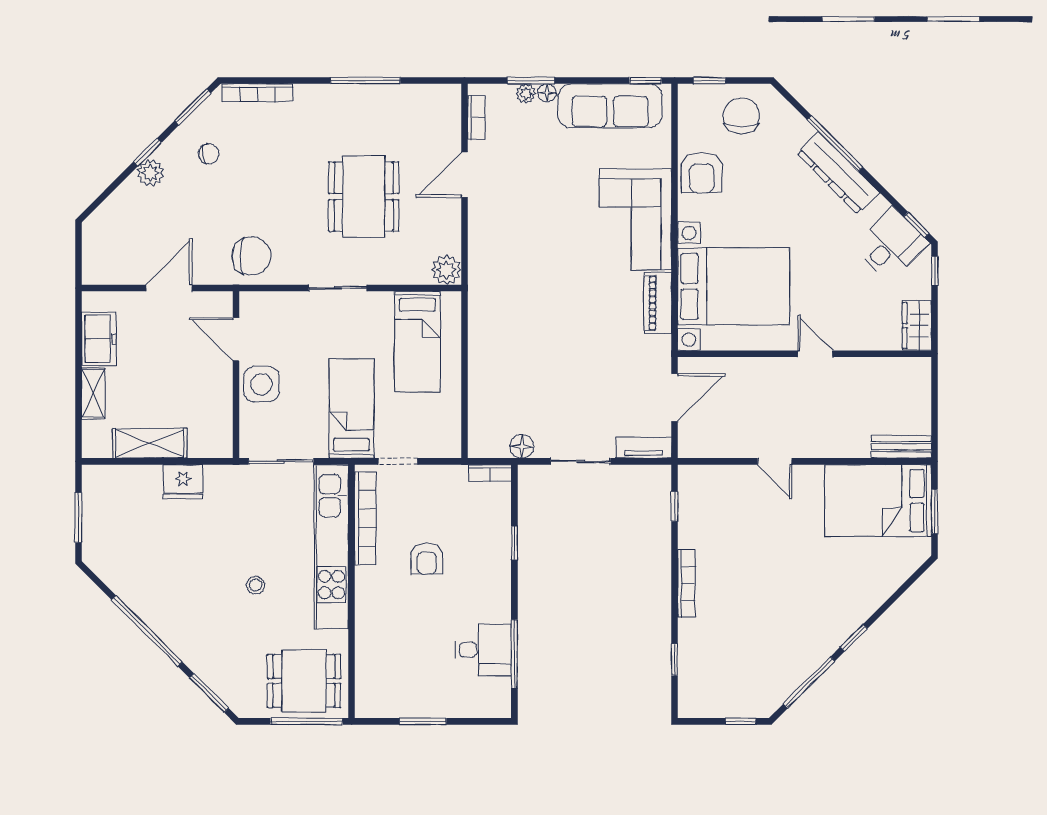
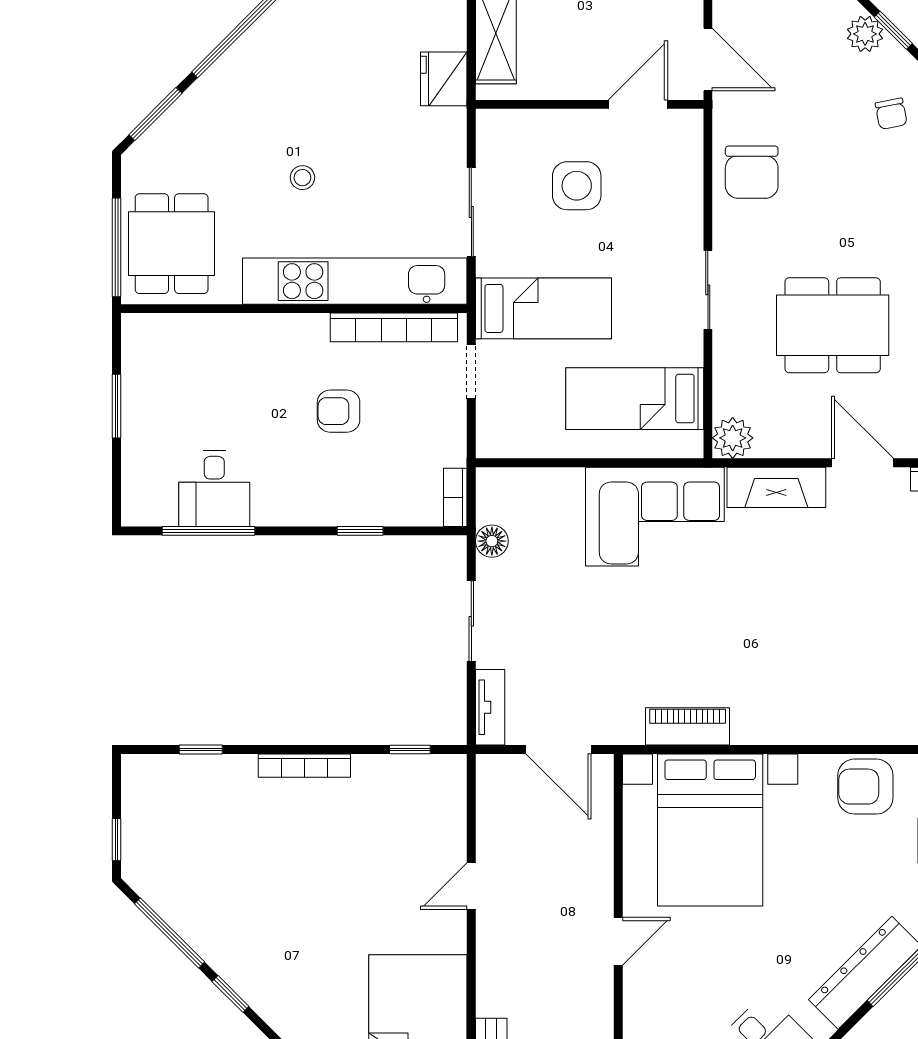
corner sofa: (635, 219) -> (655, 517), moved, turned 180
fireplace: (482, 238) -> (776, 487), added
door: (236, 339) -> (638, 104), moved
wall: (236, 375) -> (590, 104), moved

